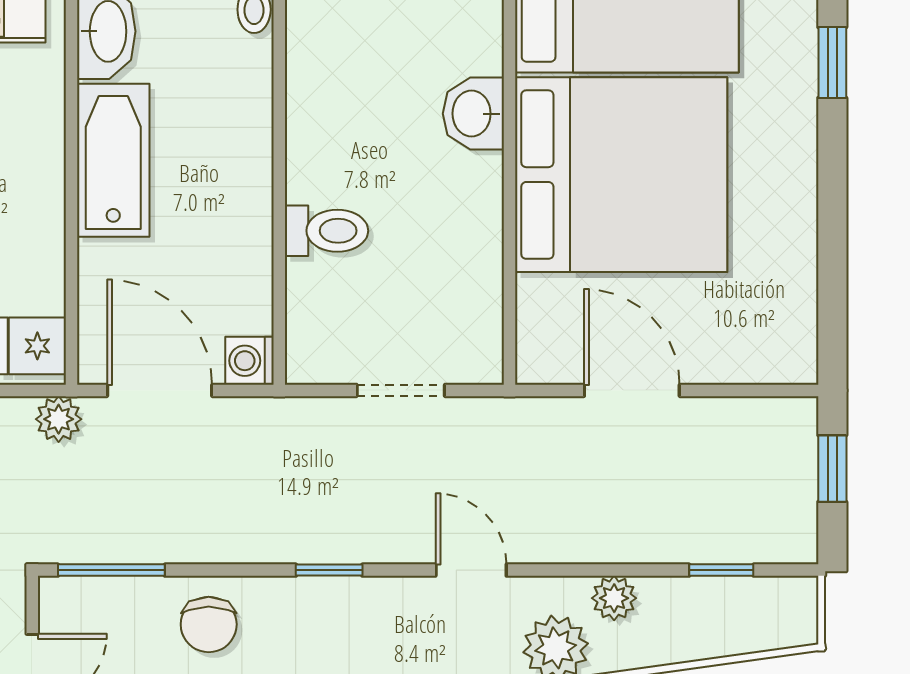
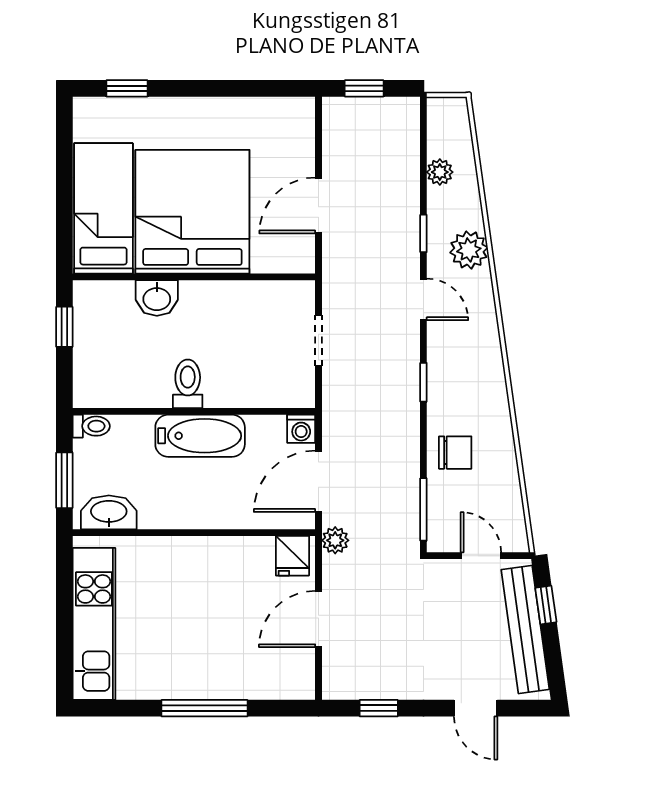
bathtub: (113, 160) -> (200, 436), moved, turned 180
toilet: (326, 231) -> (188, 384), moved
door: (471, 570) -> (423, 299), swing flipped
window: (721, 570) -> (423, 233), moved
plant: (614, 598) -> (440, 172), moved

